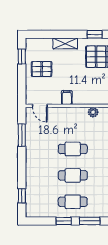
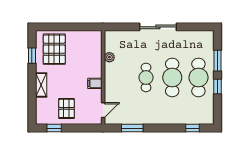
cafe table: (73, 175) -> (172, 77), width x1.37, depth x1.35
cafe table: (73, 202) -> (198, 77), width x1.37, depth x1.35

